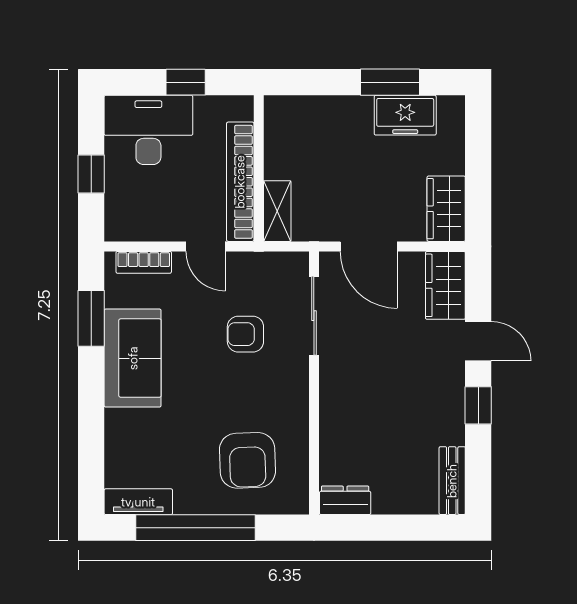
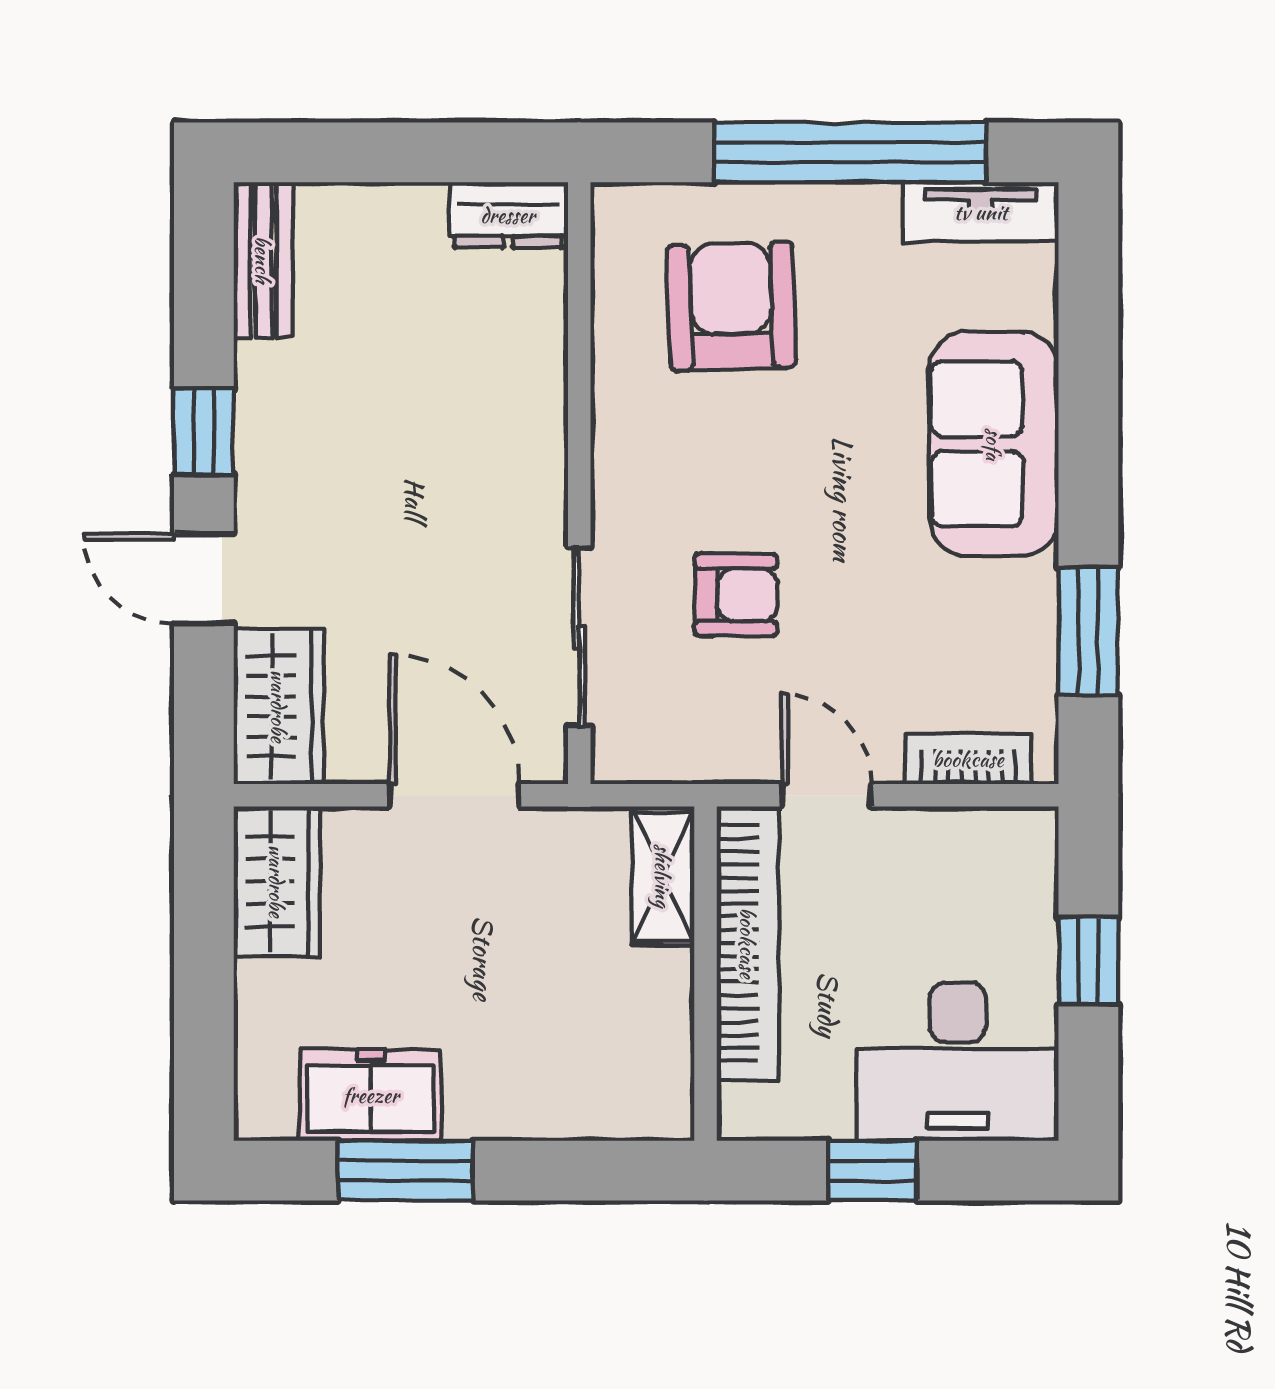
sofa: (133, 358) -> (994, 444), moved

